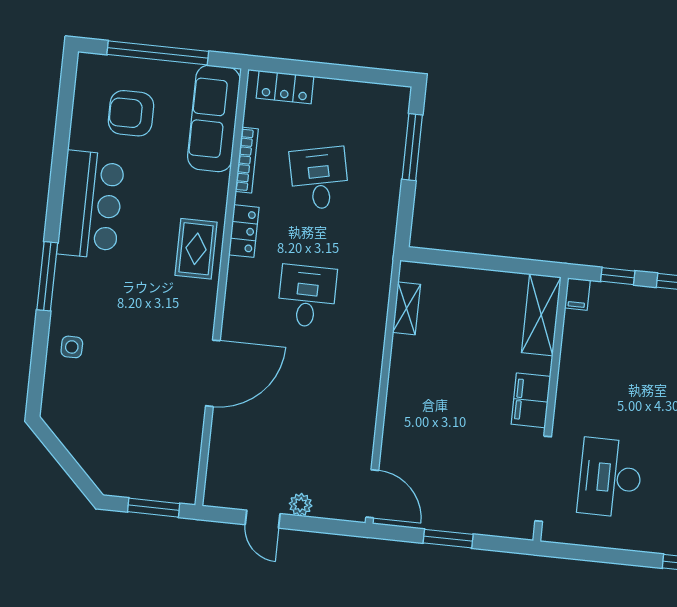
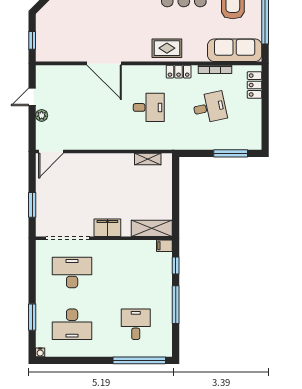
window: (154, 508) -> (32, 40), width x0.67
window: (448, 539) -> (32, 205), moved

